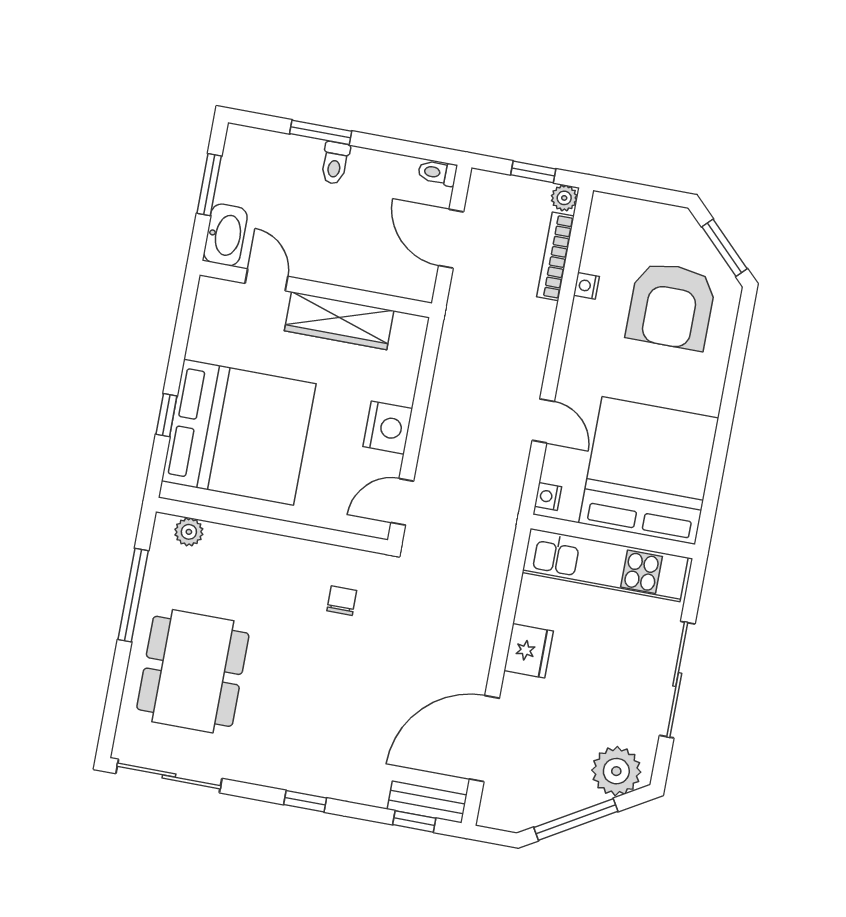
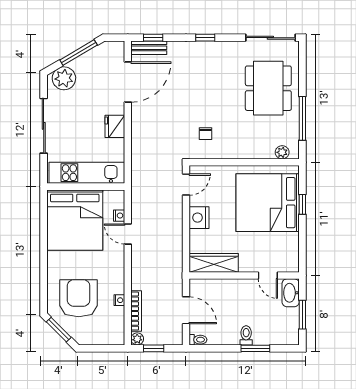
wardrobe: (339, 321) -> (214, 263), moved
nightstand: (548, 496) -> (119, 216), moved

